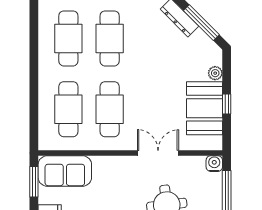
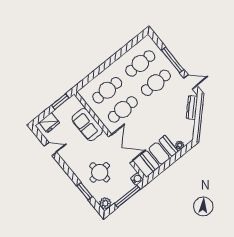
window: (201, 23) -> (198, 120), removed
window: (227, 104) -> (169, 162), removed
double door: (158, 153) -> (121, 149), width x1.37
sofa: (65, 171) -> (87, 125), moved

